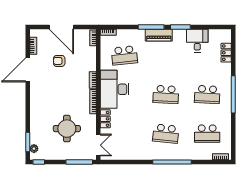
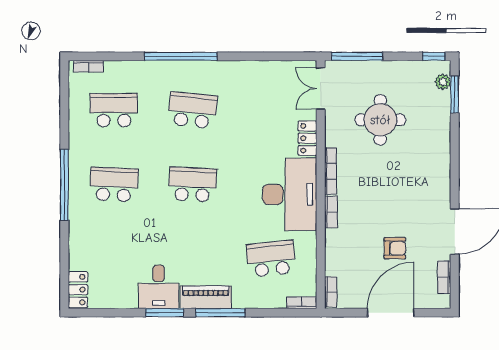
door: (61, 27) -> (391, 313), hinge flipped
desk: (197, 41) -> (159, 287), moved
locker: (226, 53) -> (78, 290), moved

